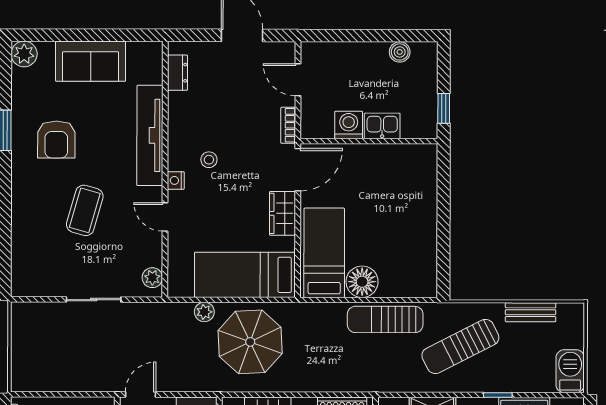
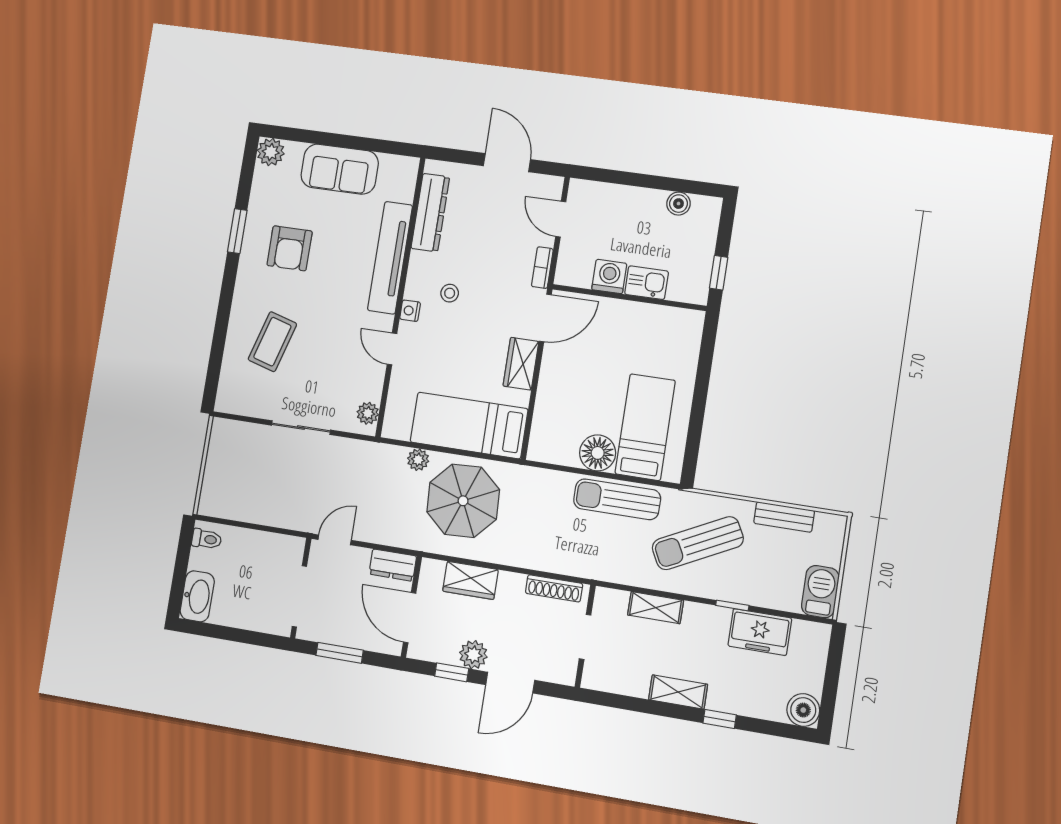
dresser: (177, 73) -> (430, 213), width x1.96, depth x1.24
coffee table: (85, 210) -> (272, 342), moved
bed: (324, 253) -> (645, 427), moved

